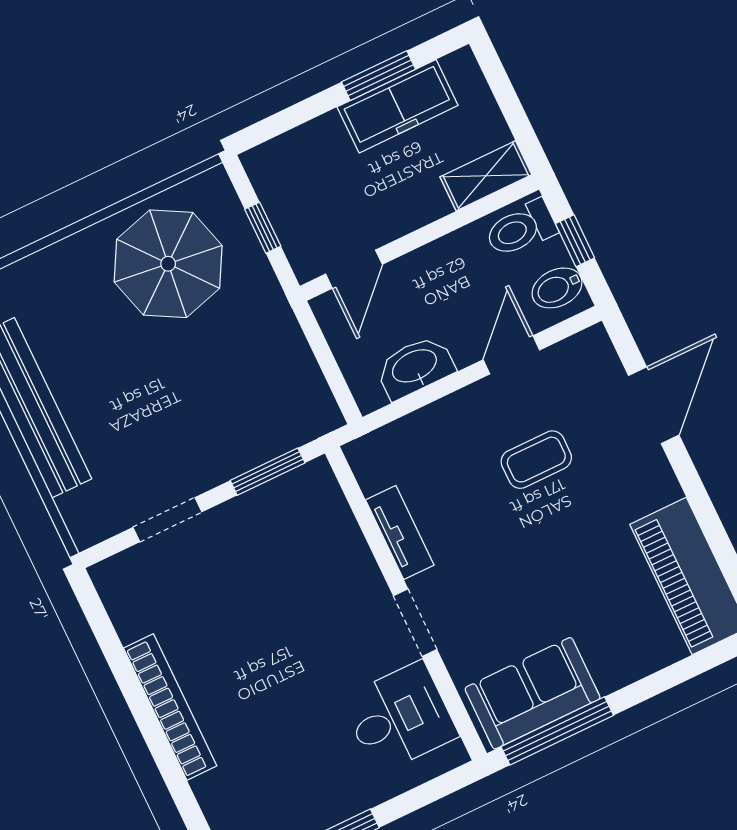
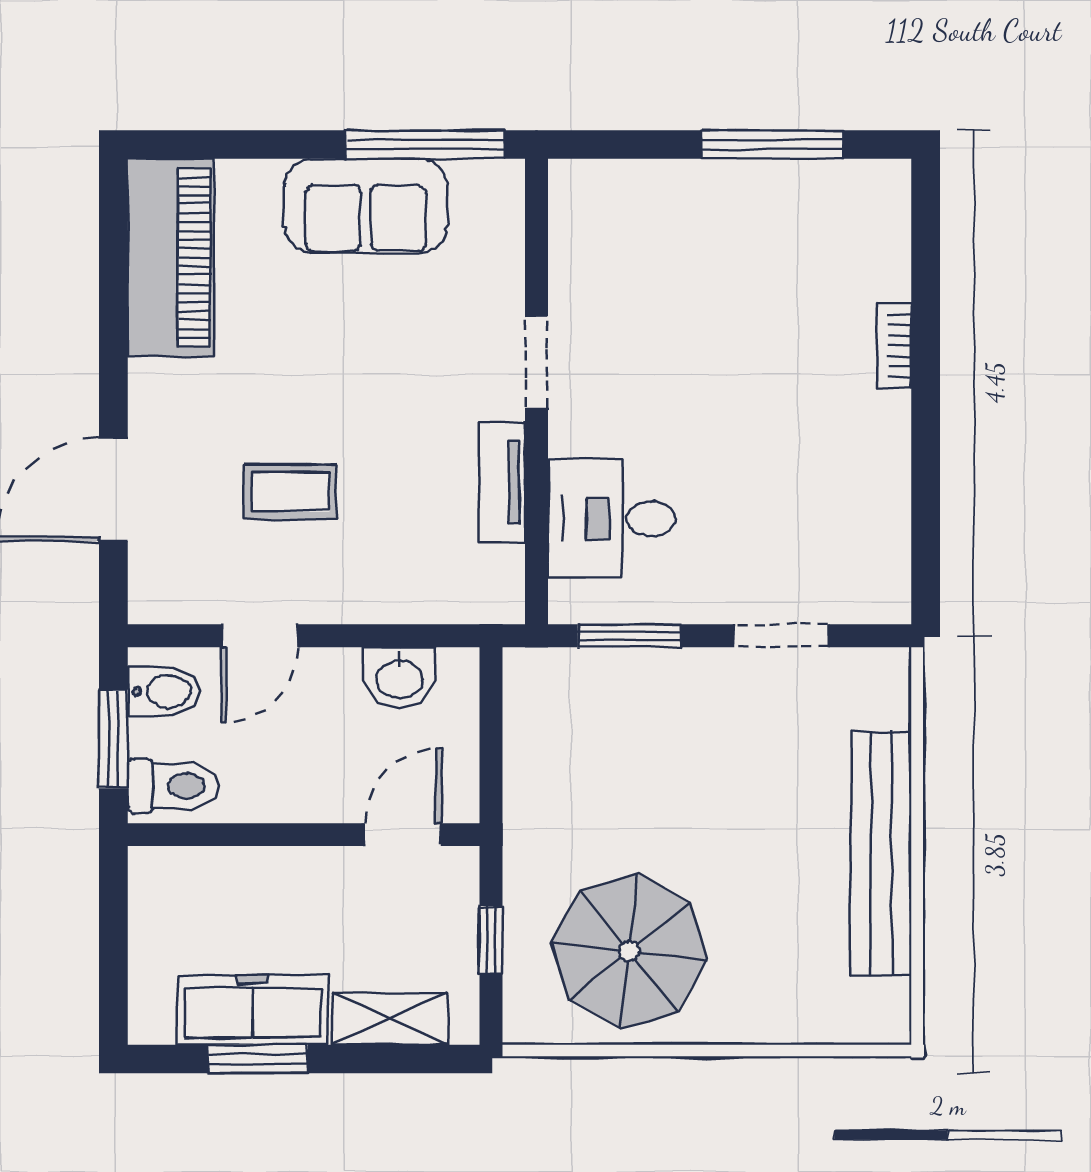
shelving: (486, 176) -> (390, 1019), moved
window: (575, 241) -> (113, 739), width x1.50
washbasin: (415, 367) -> (399, 678), width x0.72
sofa: (533, 693) -> (366, 206), moved
bookcase: (170, 707) -> (894, 346), width x0.43, depth x0.76
desk: (400, 717) -> (612, 519), moved

